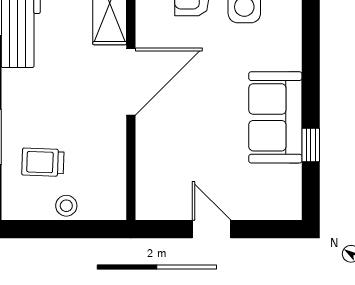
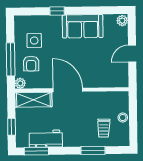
window: (311, 145) -> (57, 11), moved
plant: (287, 208) -> (122, 21), added

